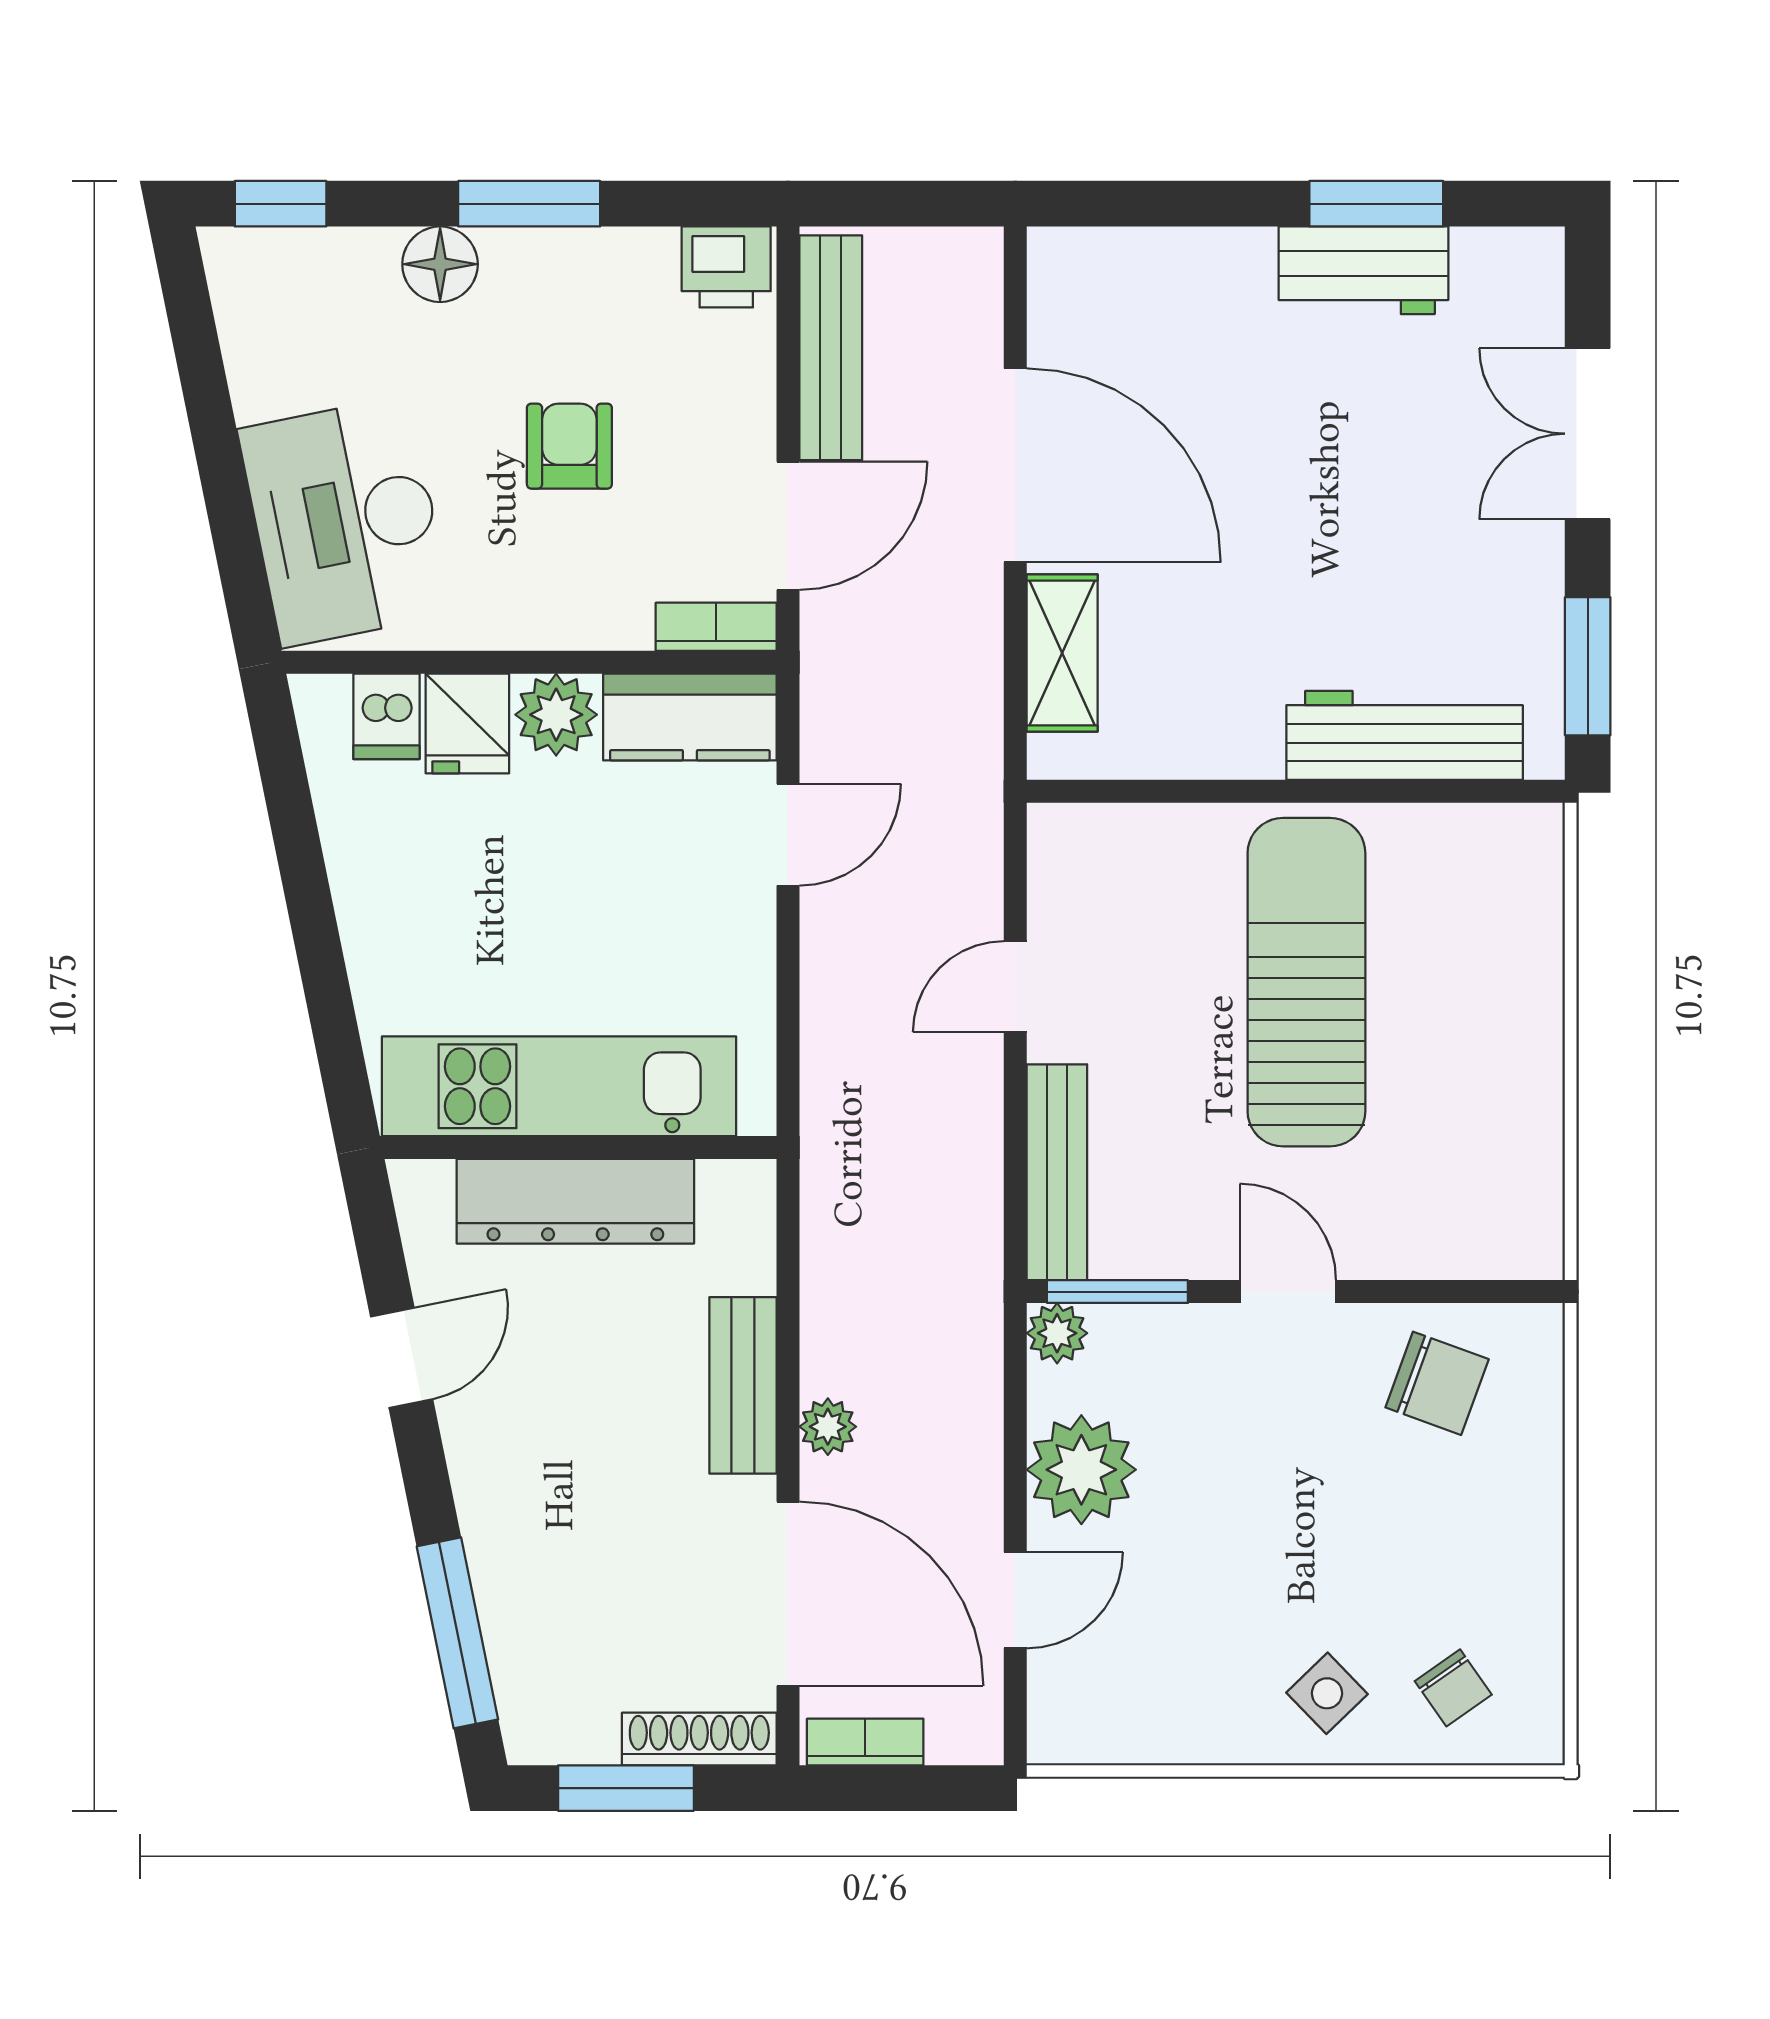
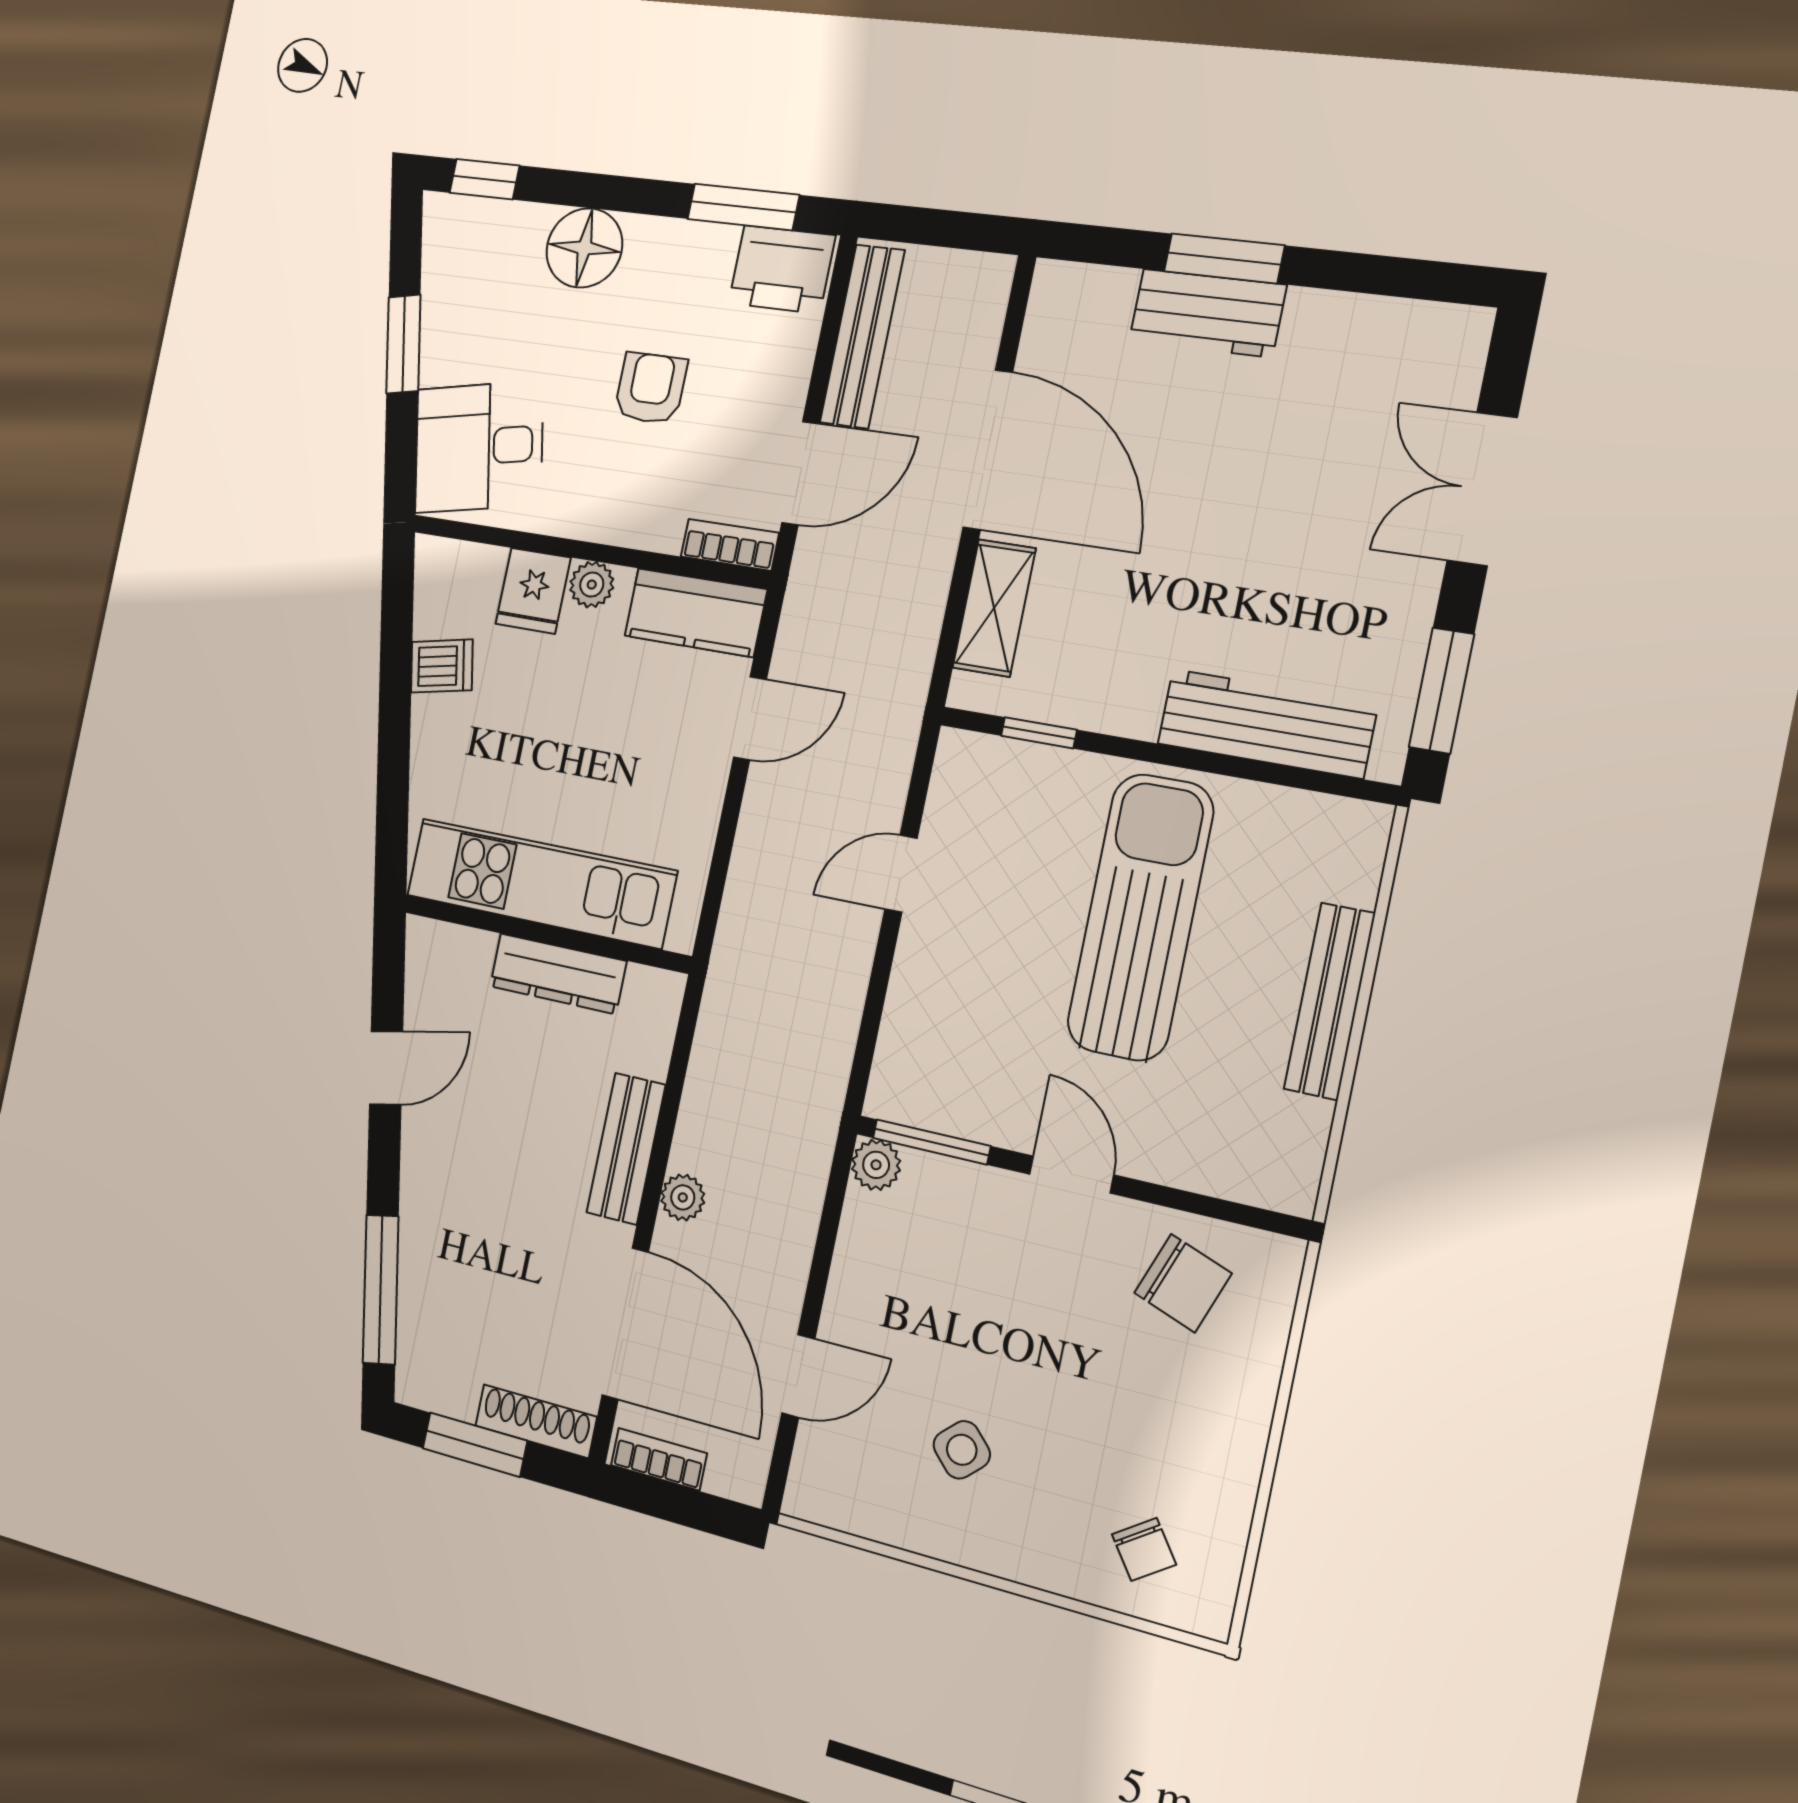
window: (529, 204) -> (743, 207), moved
window: (1376, 204) -> (1224, 258), moved
floor lamp: (440, 264) -> (584, 248), width x1.38, depth x1.38
printer: (726, 267) -> (782, 269), width x1.36, depth x1.24
workbench: (1364, 270) -> (1207, 313), moved
window: (214, 432) -> (403, 344), added
desk: (345, 521) -> (479, 447), width x0.73
plant: (556, 715) -> (592, 585), width x0.73, depth x0.73
dishwasher: (386, 716) -> (442, 666), moved, turned -101
window: (1146, 791) -> (1039, 733), added
bench: (1057, 1172) -> (1330, 1001), moved
dresser: (575, 1201) -> (558, 974), width x0.73, depth x0.80
plant: (1081, 1470) -> (872, 1282), removed
side table: (1327, 1693) -> (962, 1450), moved

